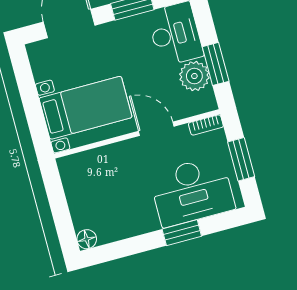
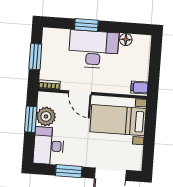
filing cabinet: (71, 167) -> (139, 87), added
desk: (192, 191) -> (93, 49), moved
floor lamp: (87, 239) -> (126, 40), moved

